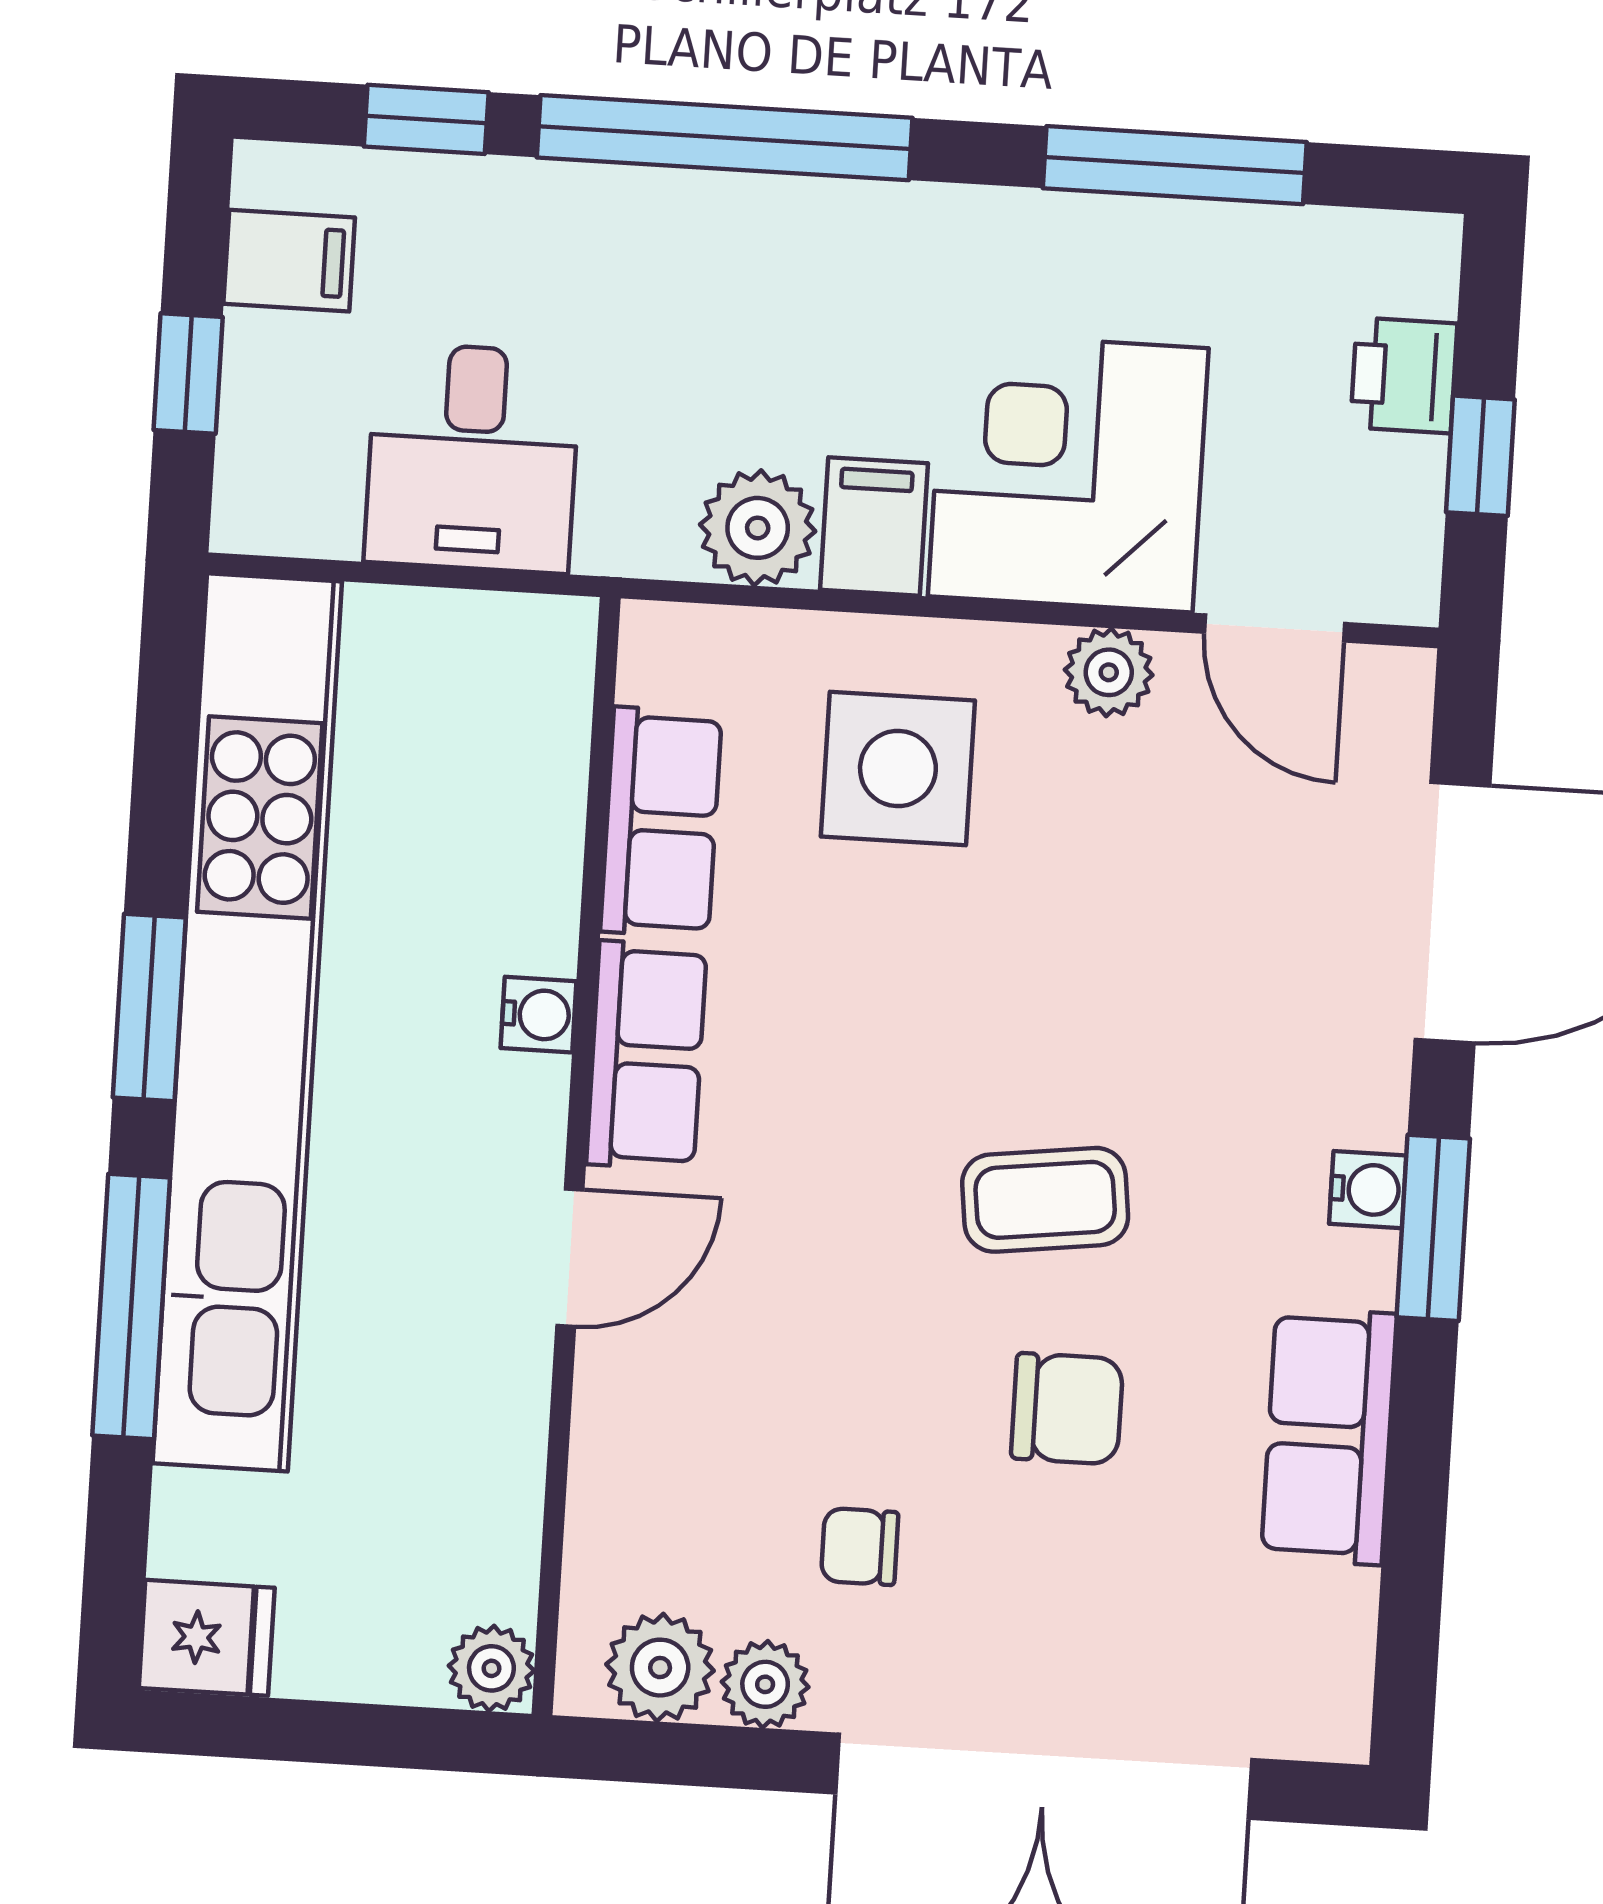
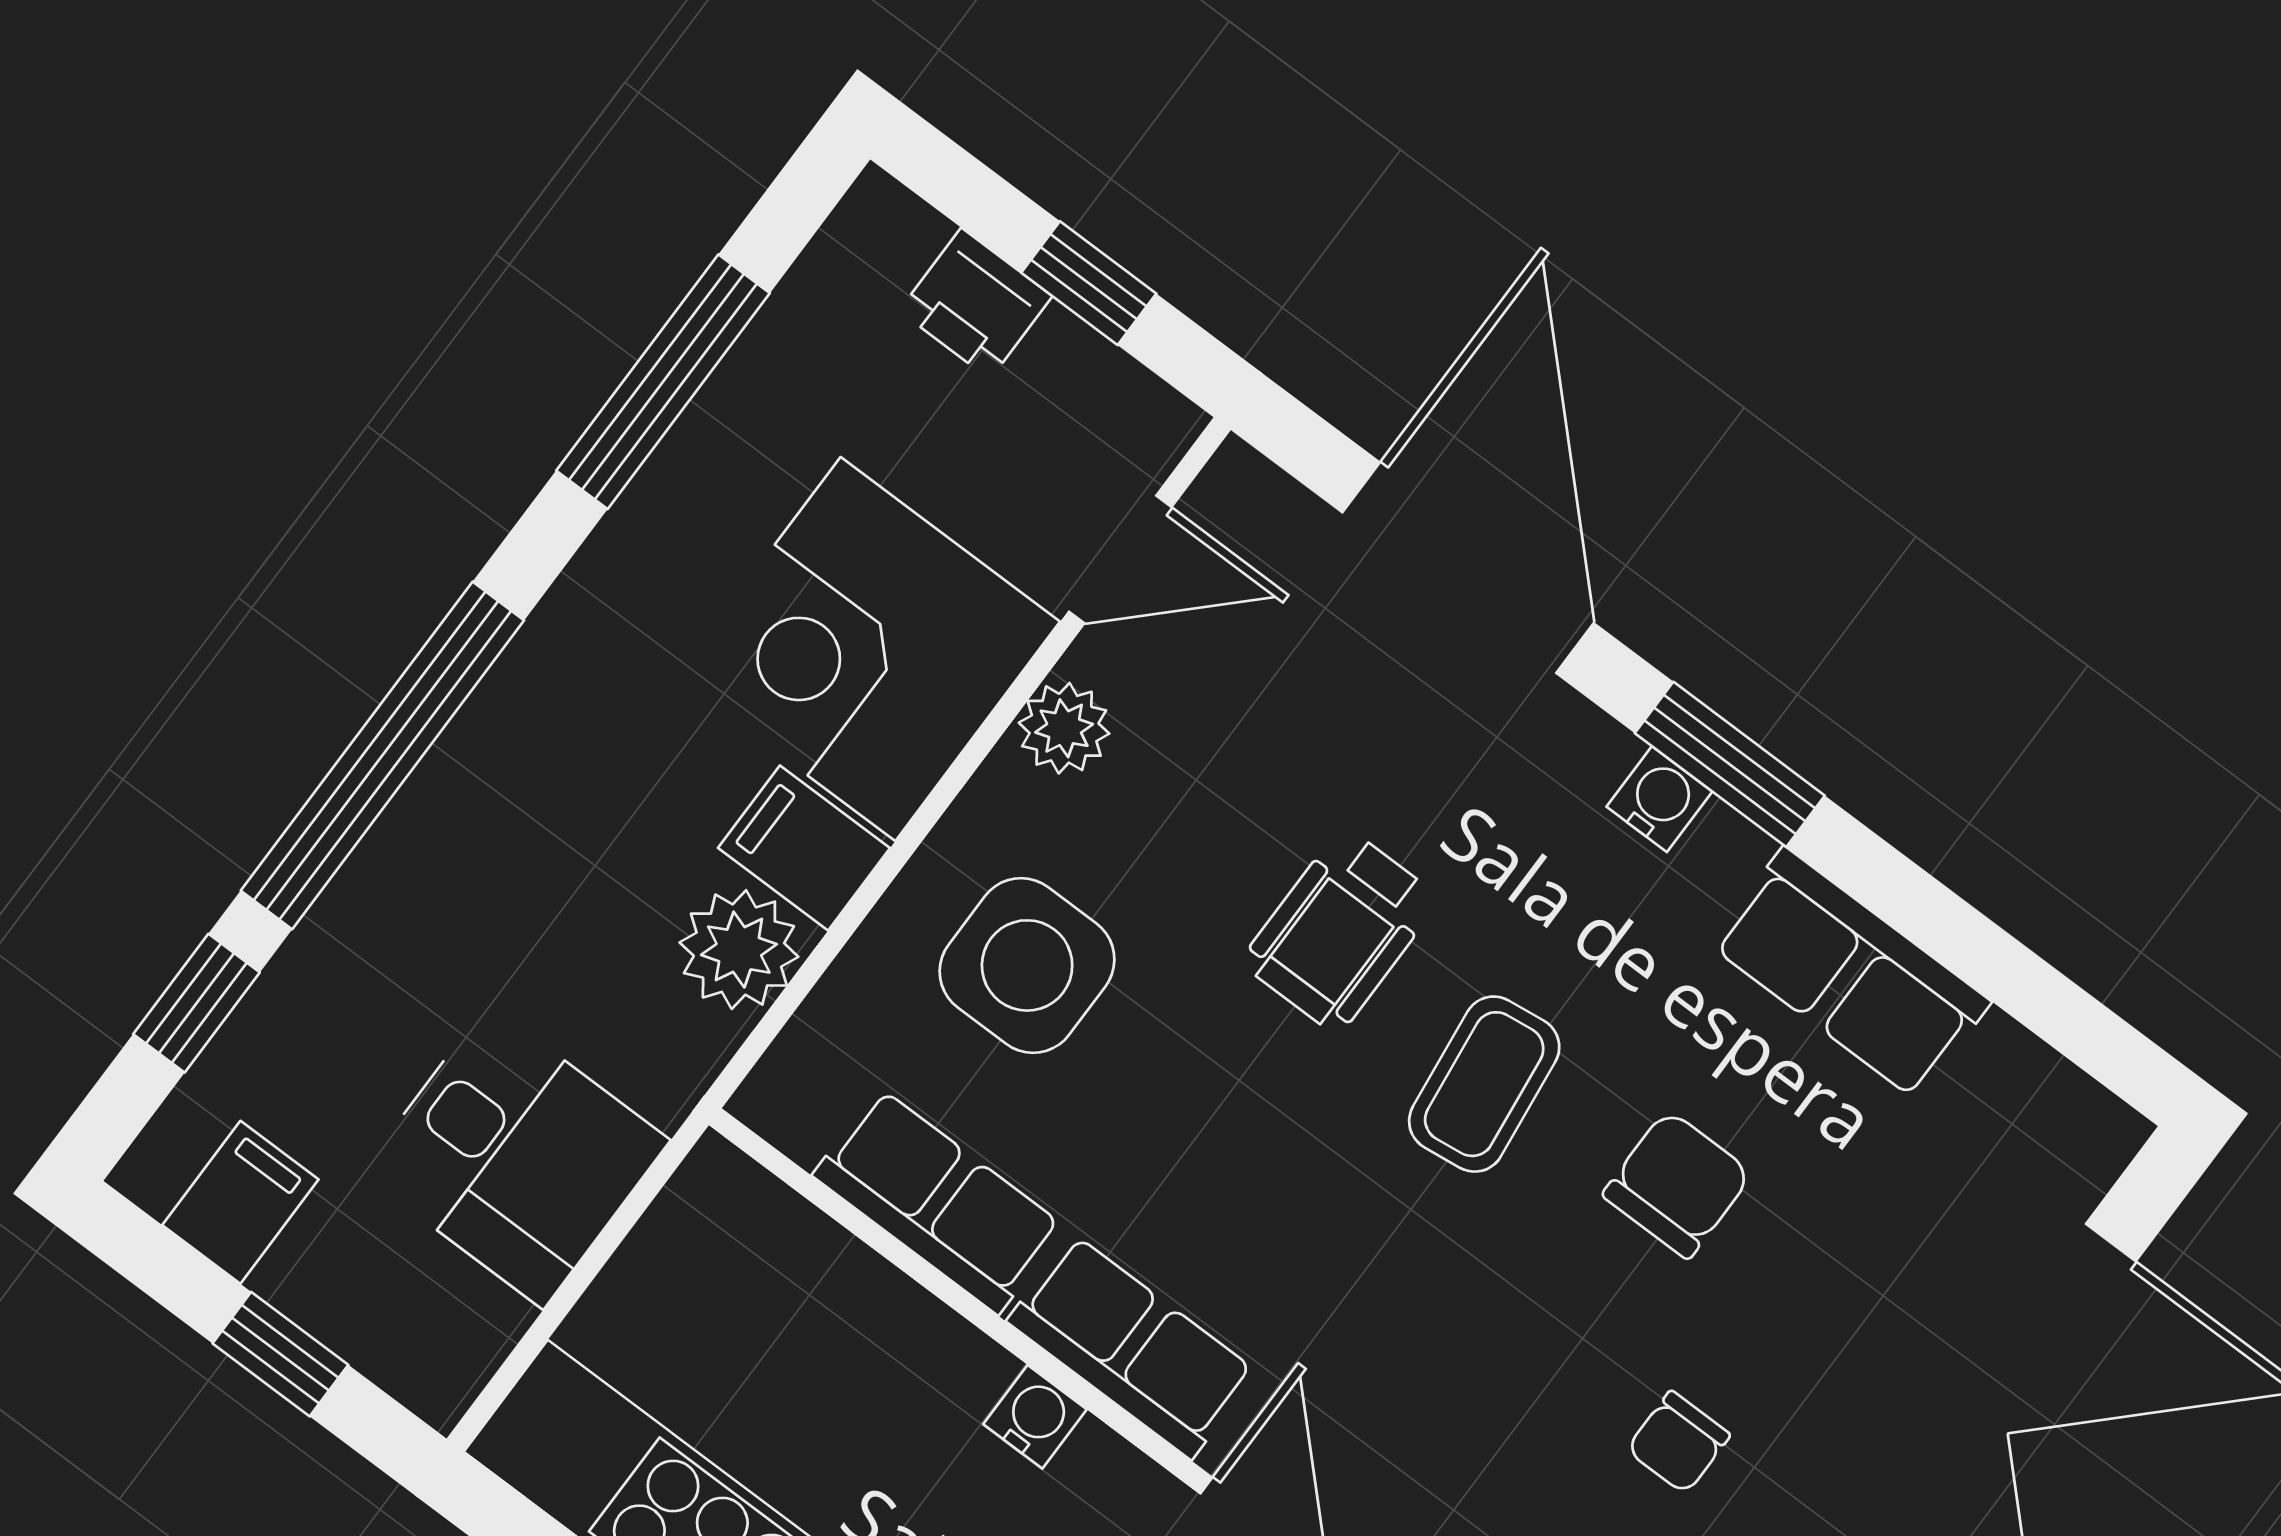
wheelchair: (1093, 1002) -> (1340, 930), added

